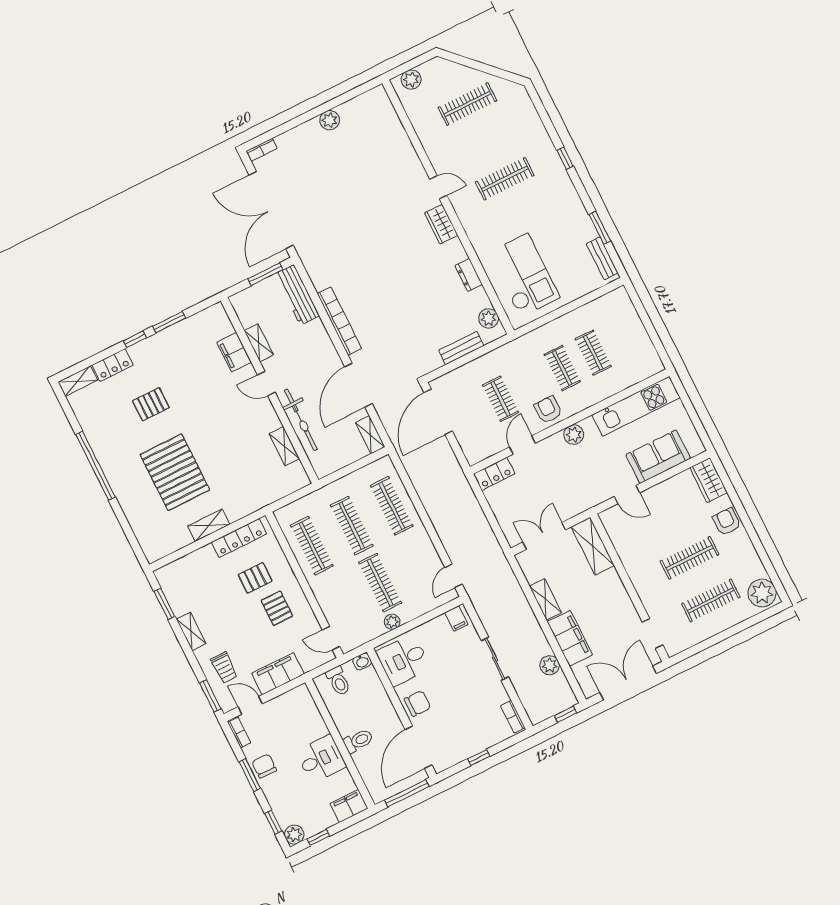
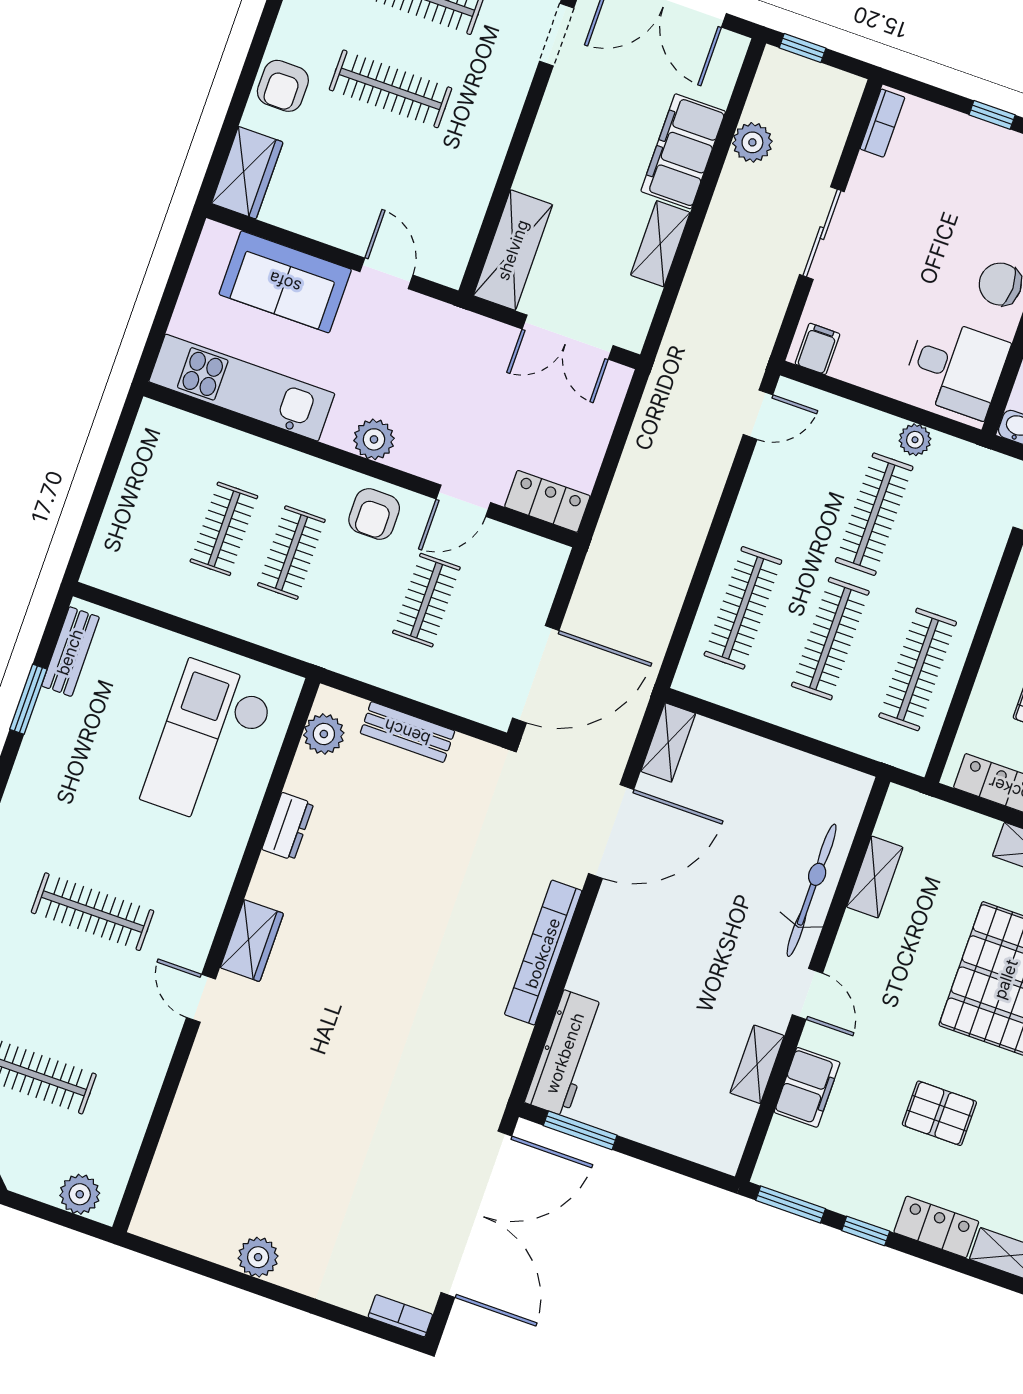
shelving: (259, 343) -> (757, 1064), moved
filing cabinet: (234, 352) -> (807, 1087), moved
door: (266, 384) -> (807, 994), moved
wall: (270, 390) -> (813, 979), moved
bicycle: (301, 420) -> (812, 890), moved
shelving: (284, 446) -> (875, 877), moved

